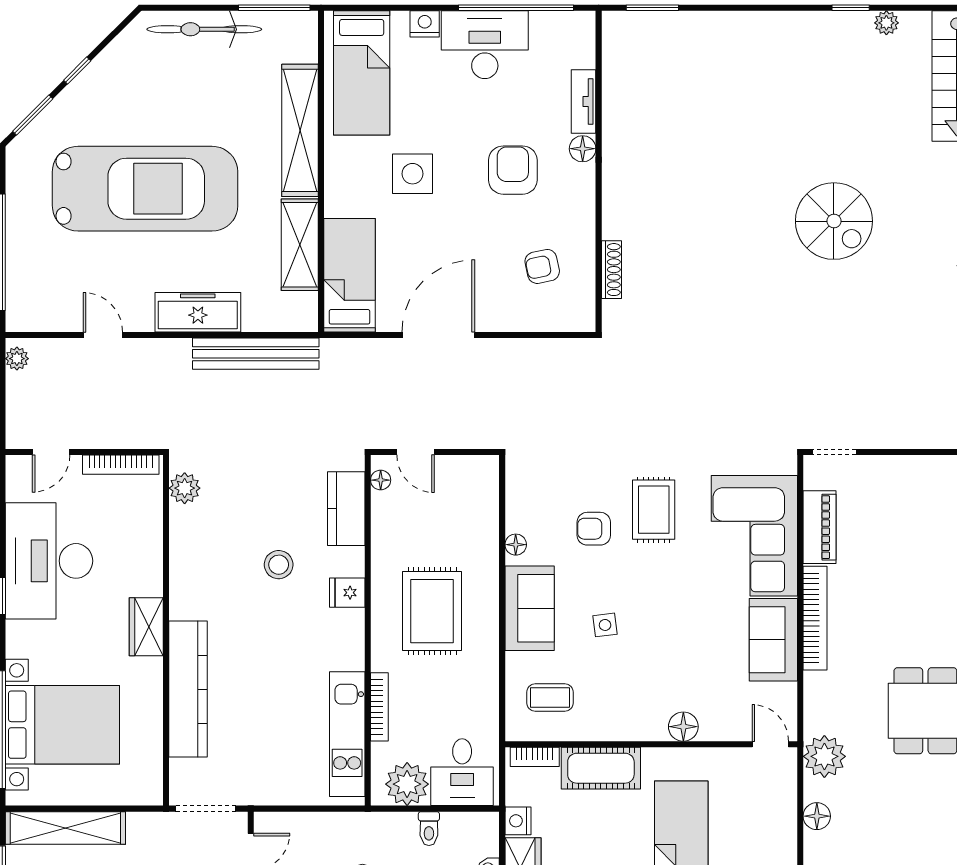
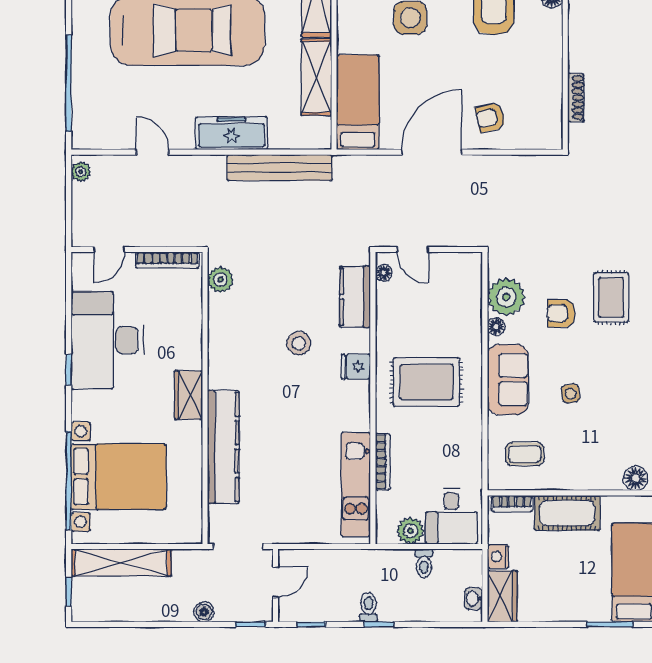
armchair: (542, 266) -> (490, 118), moved
plant: (528, 509) -> (506, 297), added
rug: (432, 611) -> (426, 382), turned 90
plant: (407, 784) -> (410, 531), width x0.73, depth x0.73

